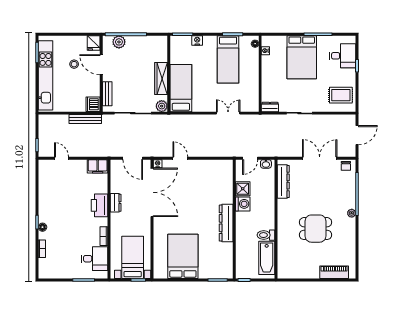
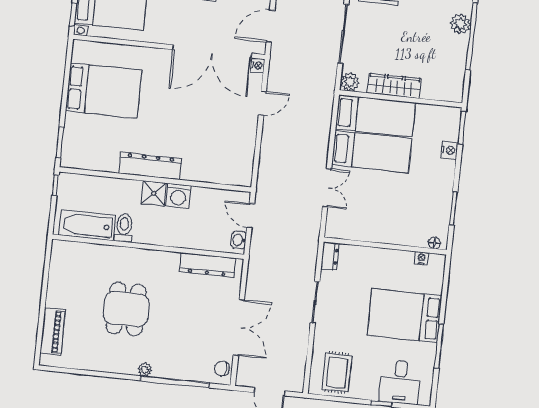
bed: (228, 59) -> (372, 152), moved, turned 180
shower: (243, 189) -> (154, 193), moved

